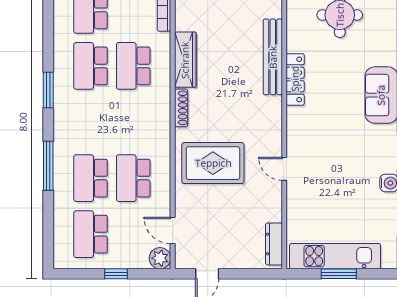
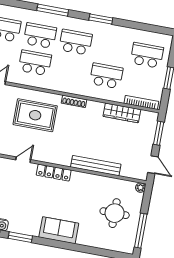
wardrobe: (185, 60) -> (122, 113), moved
school desk: (91, 66) -> (76, 42), moved
locker: (295, 79) -> (54, 173), moved
rug: (213, 163) -> (35, 115), turned 90

